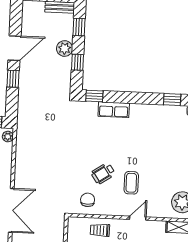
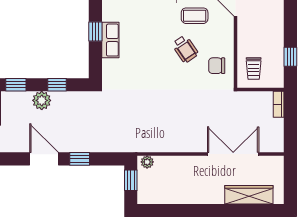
window: (94, 96) -> (95, 32), moved
trolley: (100, 230) -> (254, 68), moved

